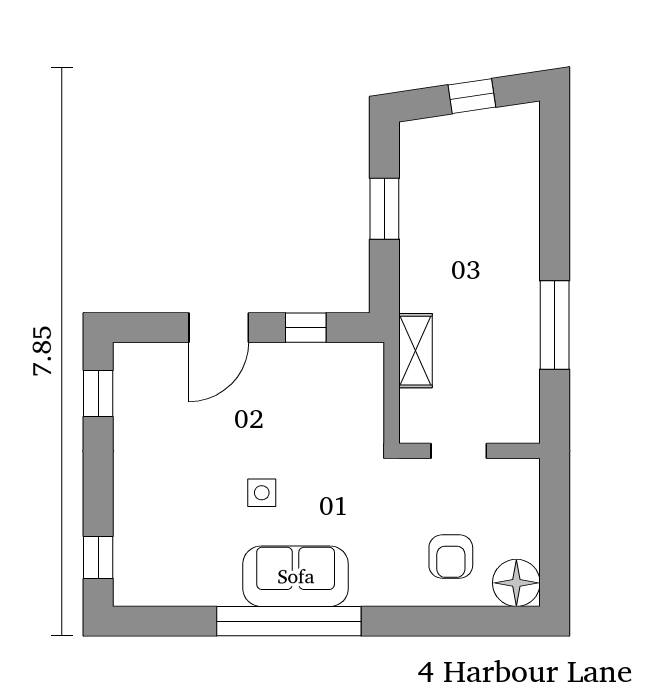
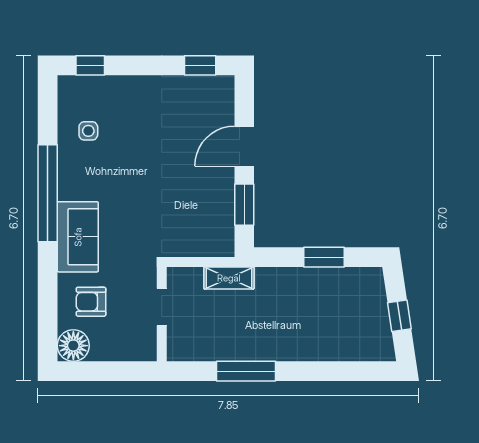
door: (219, 328) -> (244, 146), hinge flipped
window: (306, 328) -> (244, 205), width x1.50
side table: (262, 493) -> (88, 131), moved
sofa: (296, 576) -> (78, 237), moved

